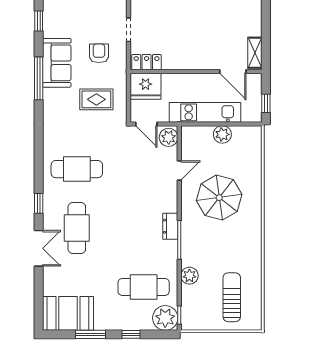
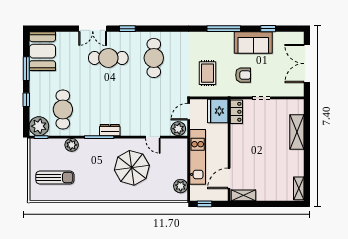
sofa: (57, 63) -> (253, 43), moved
plant: (222, 134) -> (181, 186), moved

